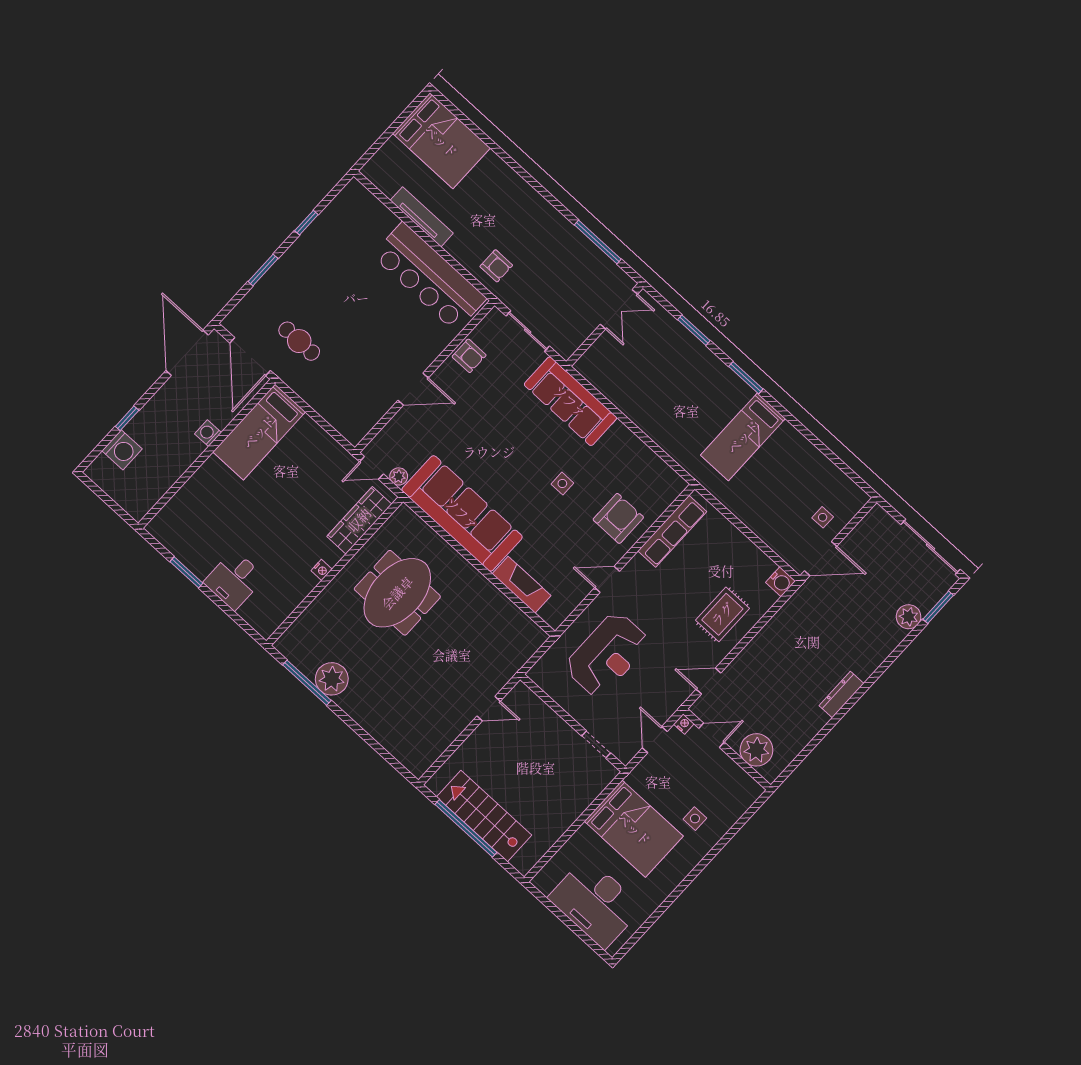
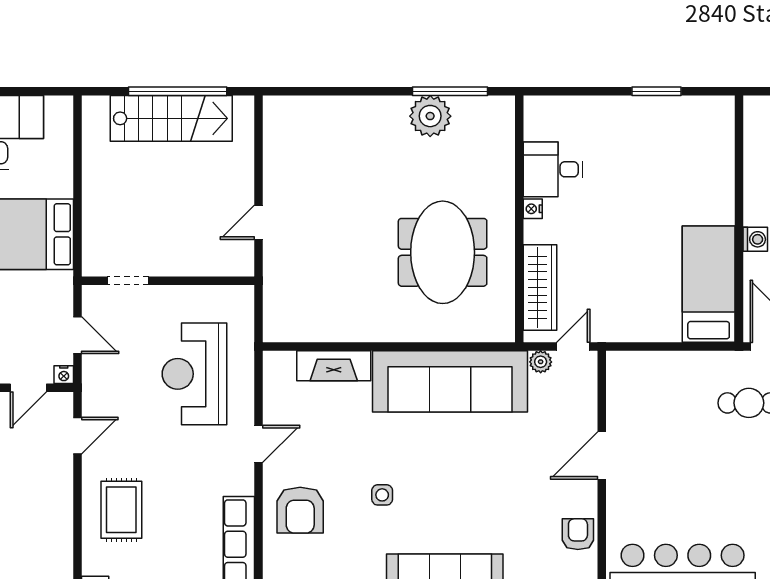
armchair: (469, 356) -> (578, 534), turned 90
desk: (234, 580) -> (553, 169), moved, turned -90

